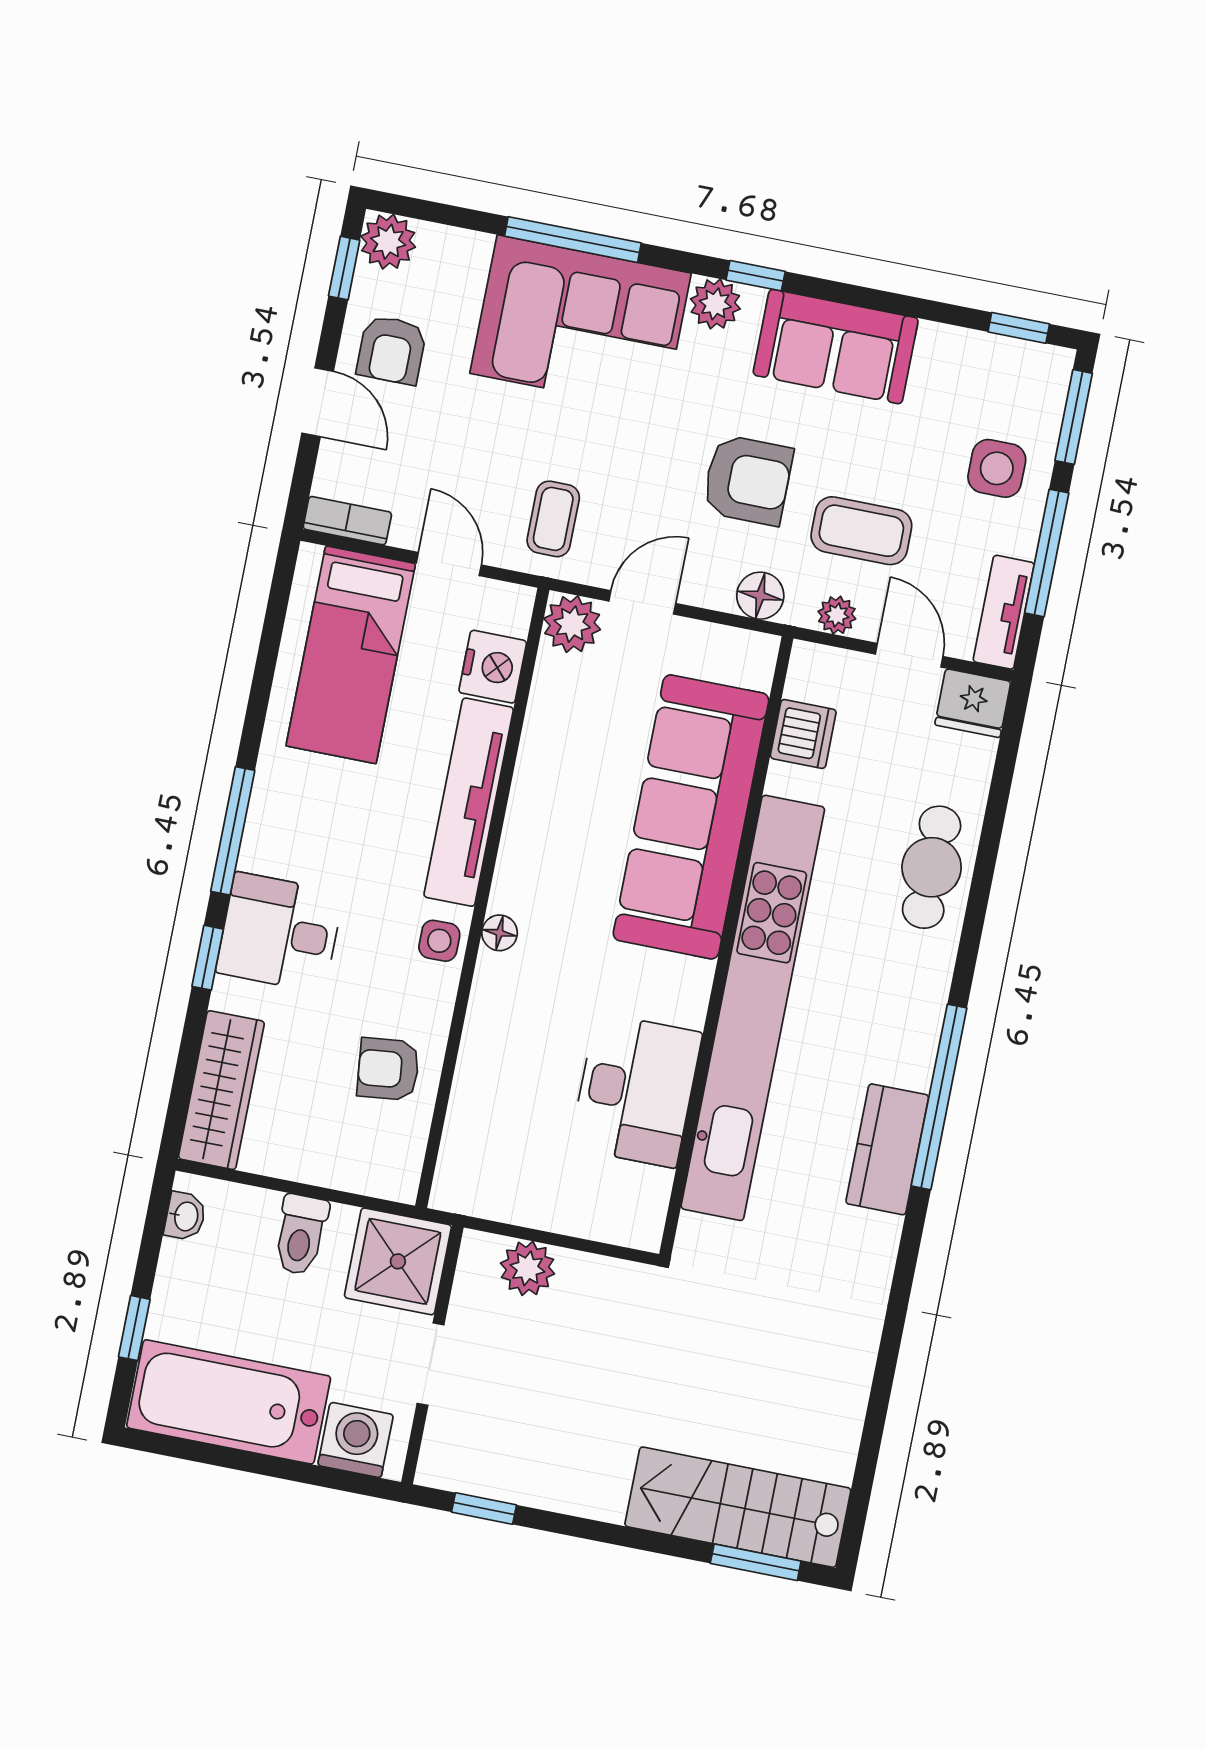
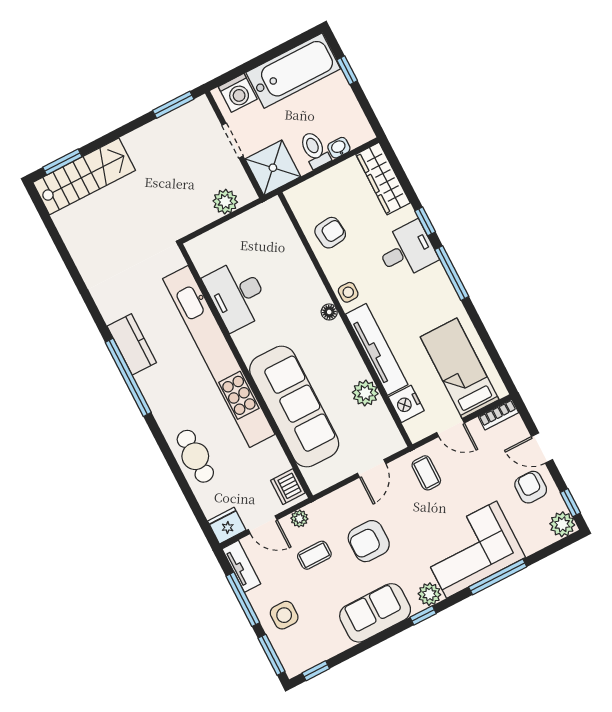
coffee table: (861, 531) -> (314, 555), width x0.73, depth x0.77
floor lamp: (760, 596) -> (332, 504), removed
plant: (572, 624) -> (365, 393), moved
dishwasher: (803, 734) -> (288, 487), moved
washbasin: (185, 1216) -> (339, 148), moved, turned 90
window: (484, 1509) -> (173, 105), width x1.50

